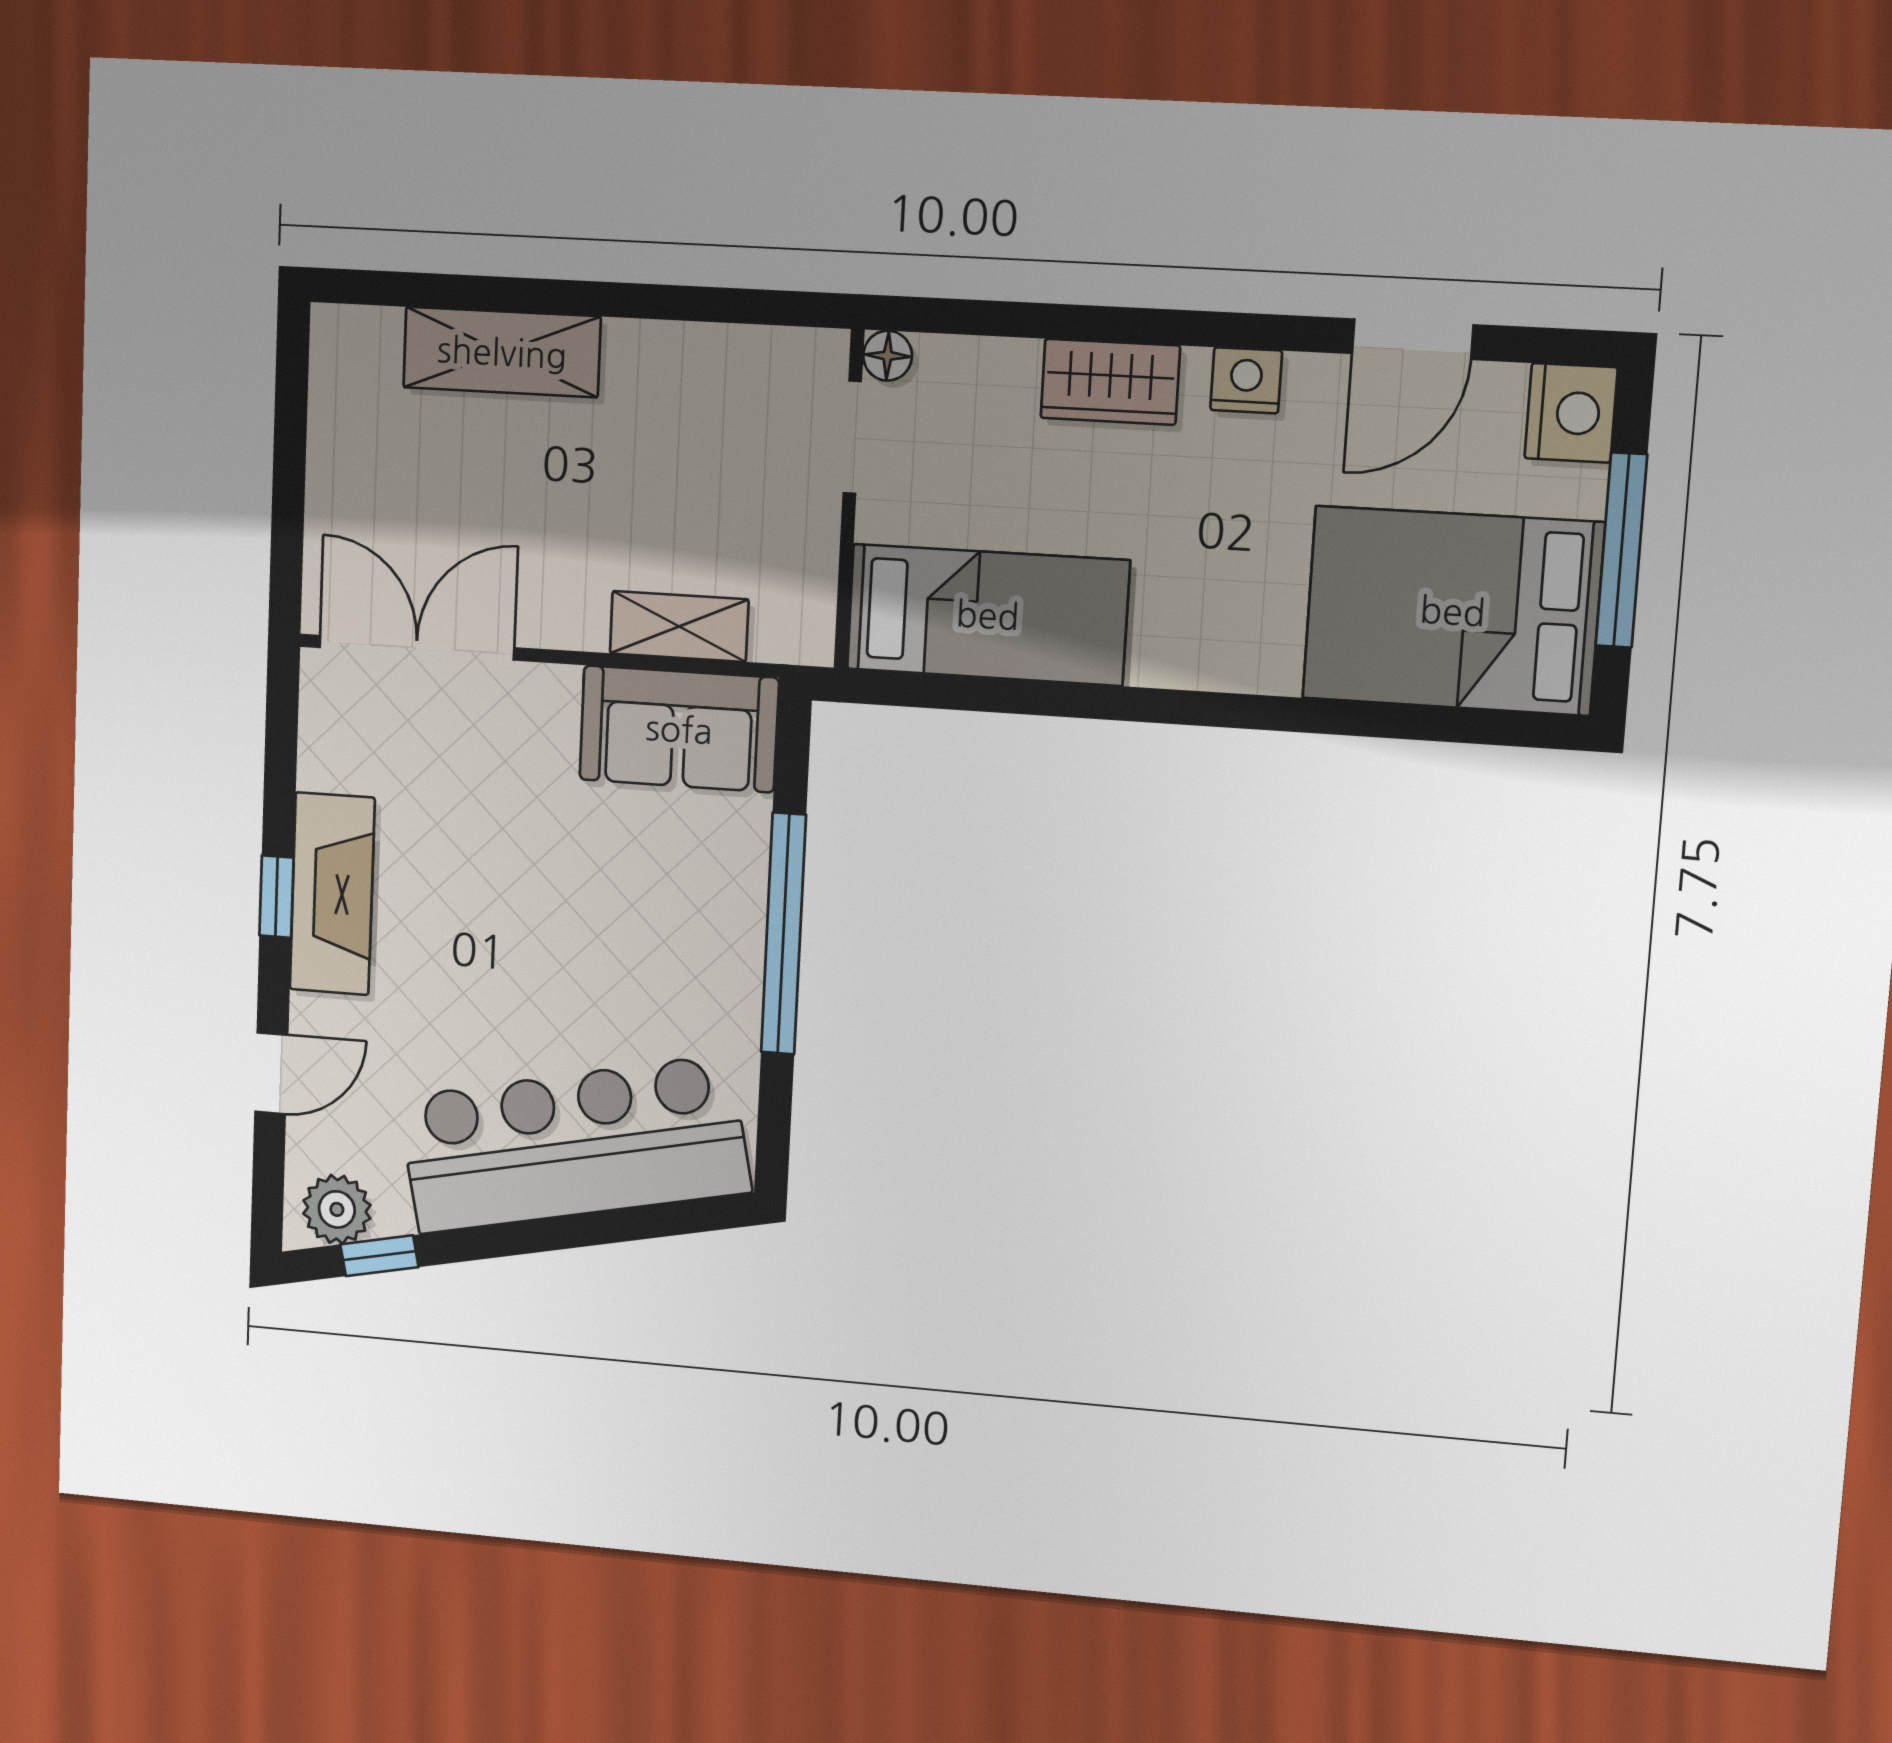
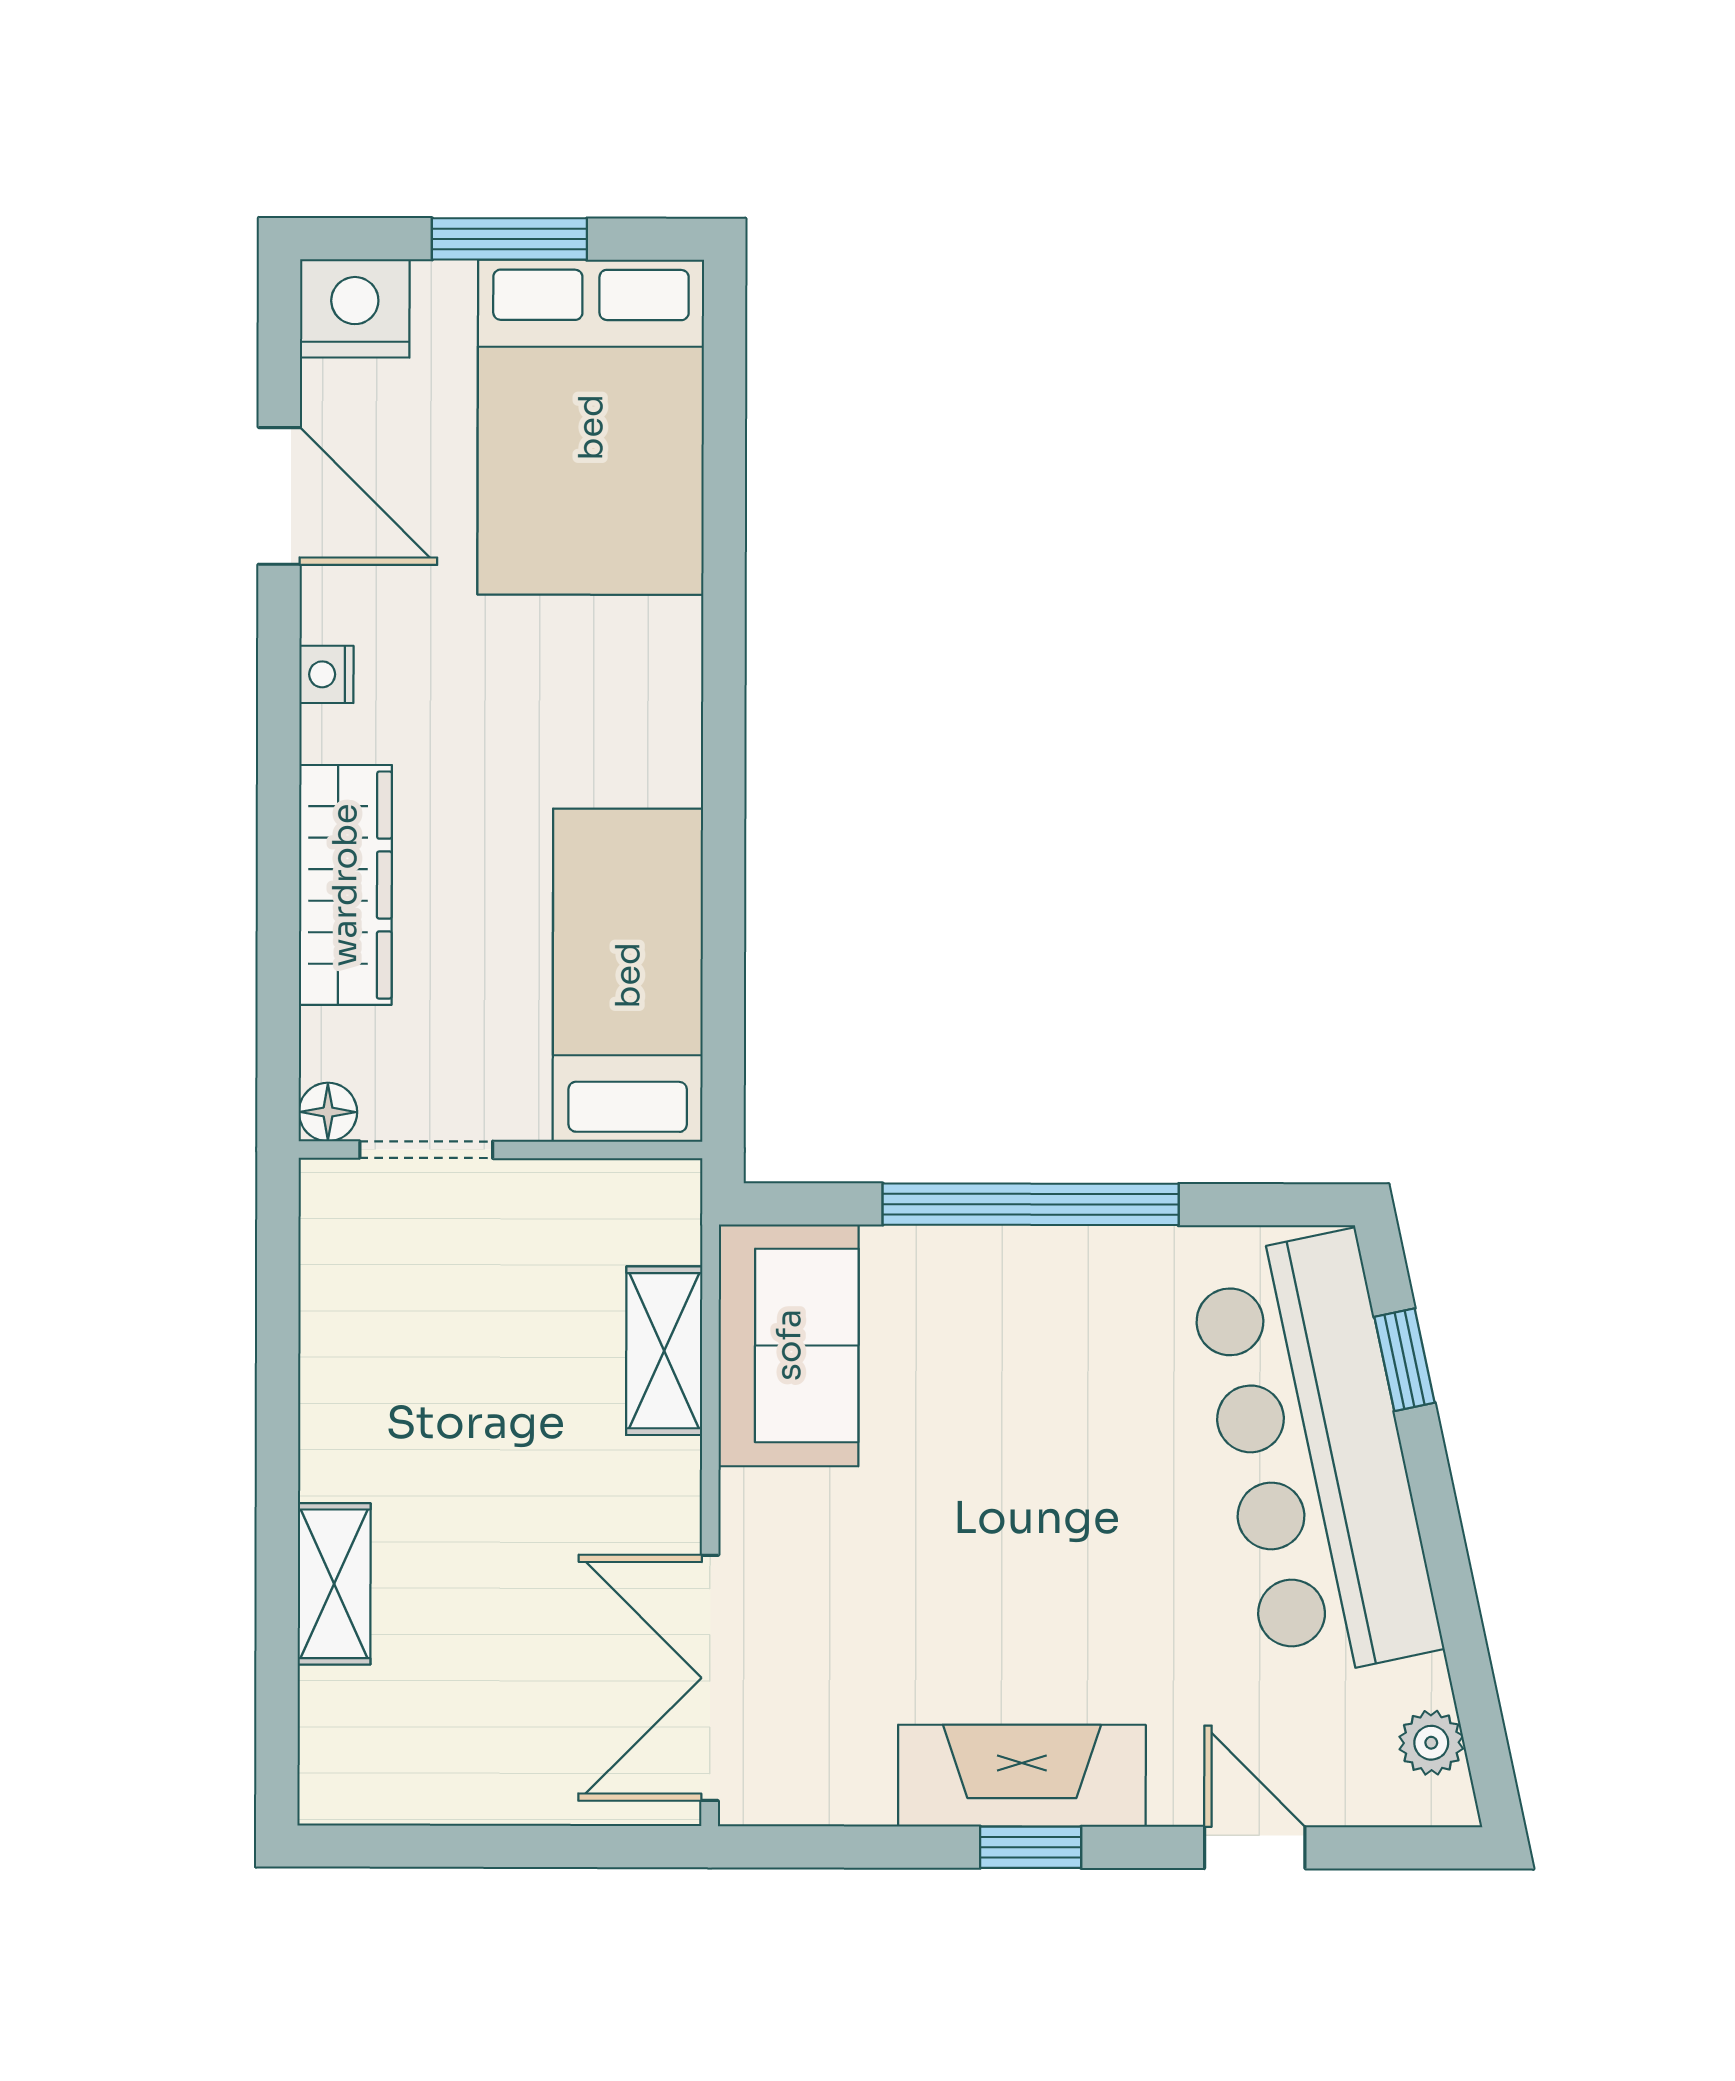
shelving: (502, 352) -> (334, 1584), width x0.67, depth x0.75
nightstand: (1246, 380) -> (326, 674), width x0.72, depth x0.74
wardrobe: (1110, 382) -> (345, 885), width x1.50
window: (1621, 550) -> (509, 239), width x0.69
plant: (337, 1209) -> (1431, 1743), width x0.73, depth x0.73
window: (379, 1256) -> (1405, 1360), moved

